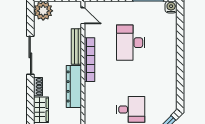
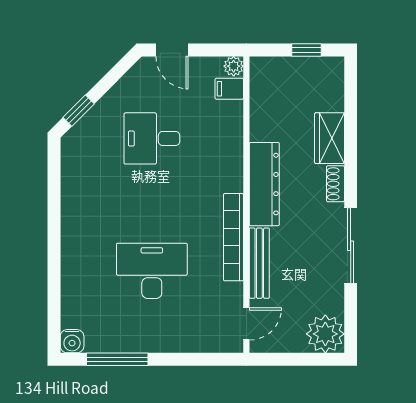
door: (83, 16) -> (246, 324), swing flipped
desk: (131, 43) -> (152, 271), turned -90

